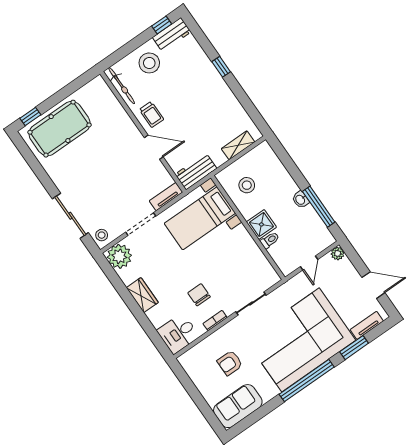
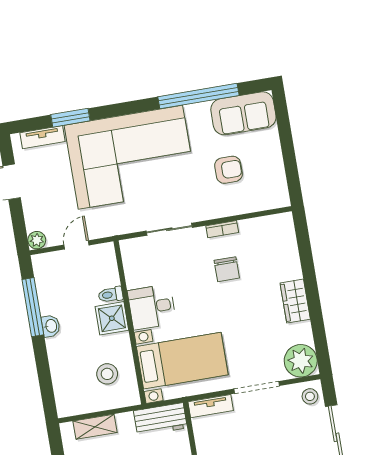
desk: (178, 333) -> (152, 307), moved, turned 180
window: (307, 381) -> (198, 96), moved

